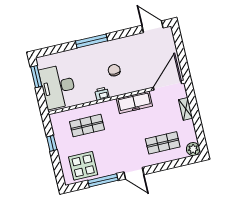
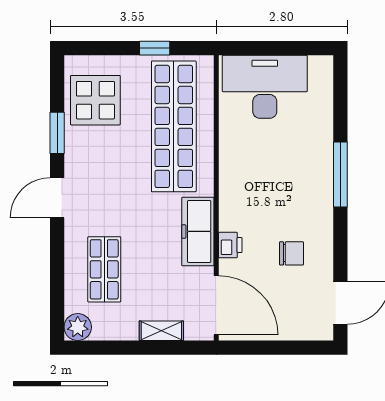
chair: (114, 70) -> (291, 253), moved
window: (36, 77) -> (295, 48), removed
printer: (102, 94) -> (230, 245), moved
shop shelf: (87, 126) -> (174, 126), width x2.00, depth x1.36
window: (103, 180) -> (57, 133), width x0.69

